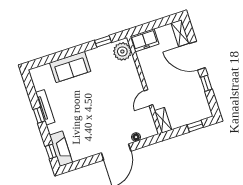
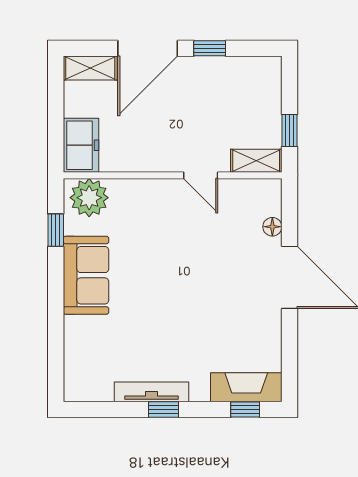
sofa: (70, 67) -> (86, 275), moved
window: (195, 126) -> (289, 130), moved

